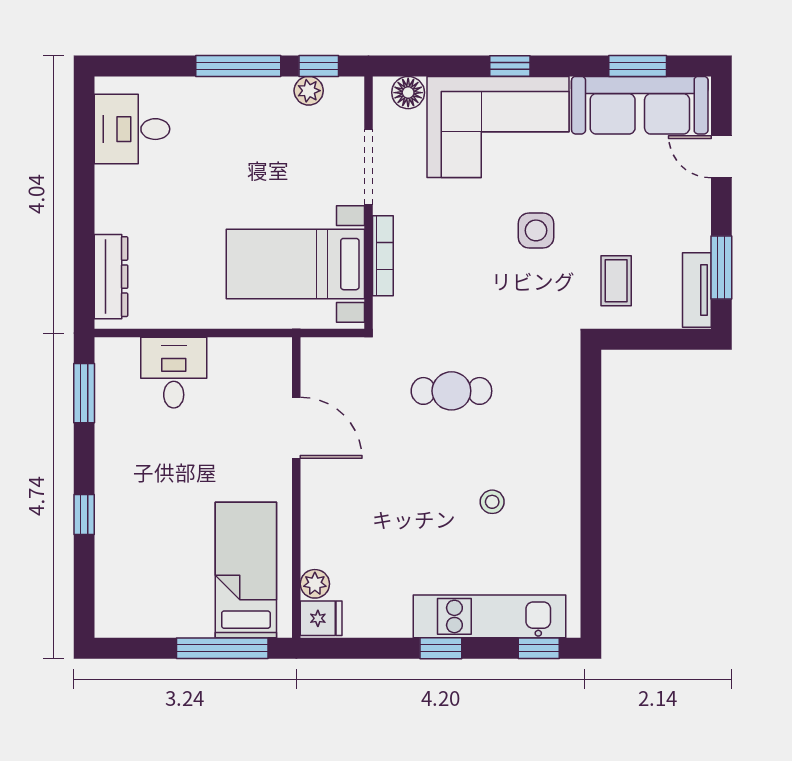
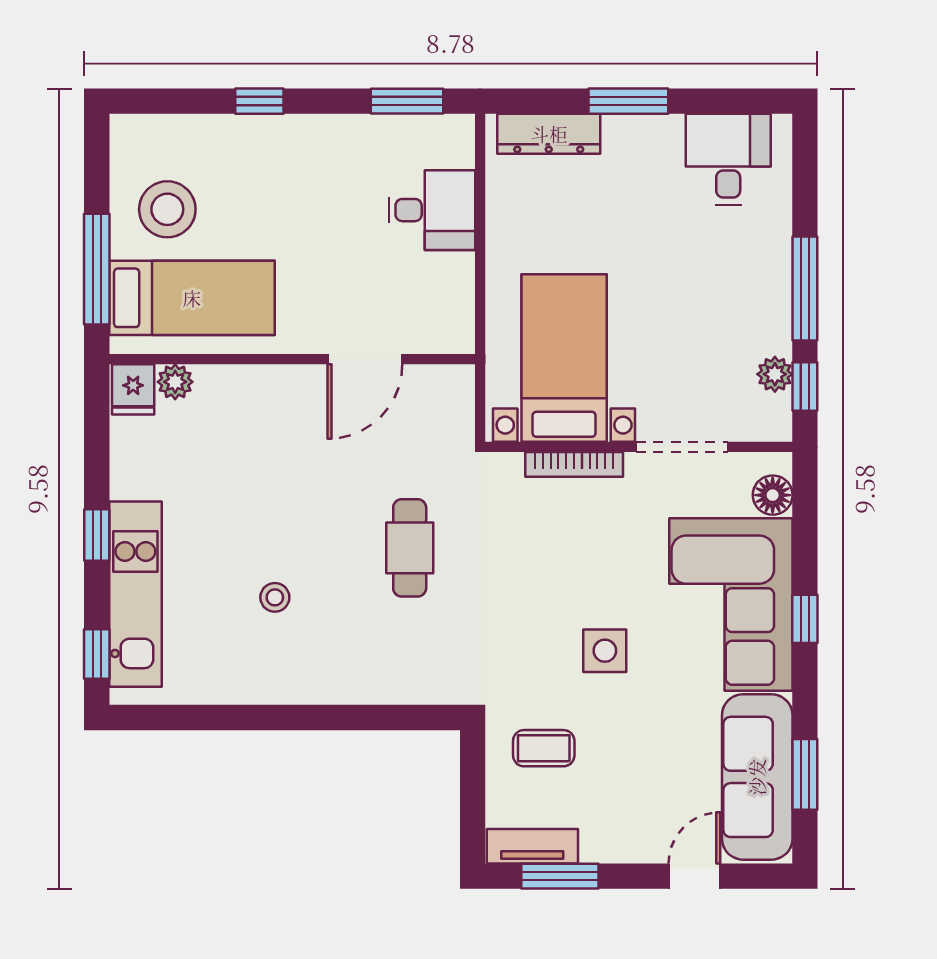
window: (84, 211) -> (628, 101), added
stool: (173, 590) -> (167, 209), added

